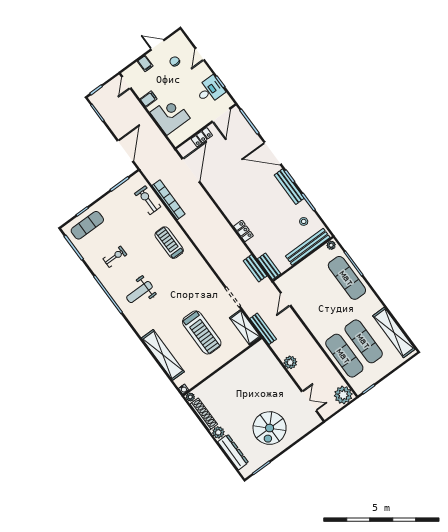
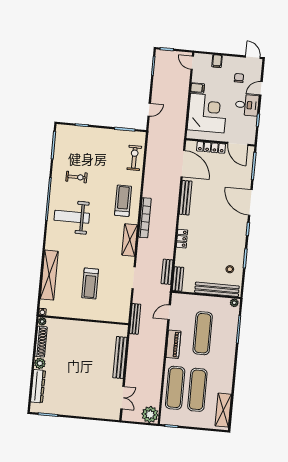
door: (157, 45) -> (253, 57), moved
door: (126, 83) -> (192, 63), hinge flipped
desk: (210, 90) -> (247, 105), moved
corner desk: (170, 115) -> (207, 113), width x1.36, depth x1.36
door: (221, 115) -> (238, 144), hinge flipped
locker: (202, 137) -> (211, 147), width x1.53
door: (125, 151) -> (149, 110), width x0.53
door: (191, 170) -> (183, 164), hinge flipped
bench: (289, 187) -> (186, 198), moved
bookcase: (169, 200) -> (145, 218), moved
exercise mat: (87, 225) -> (77, 138), removed
exercise mat: (347, 278) -> (203, 333), moved
weight bench: (139, 292) -> (72, 217), width x1.36, depth x1.33
piano: (312, 322) -> (173, 344), added
shelving: (245, 327) -> (130, 240), moved
treadmill: (202, 332) -> (90, 283), width x0.73, depth x0.73
shelving: (394, 332) -> (223, 410), width x0.68
plant: (290, 362) -> (133, 359), removed
bench: (278, 371) -> (120, 358), added
spiral stairs: (270, 428) -> (78, 392), removed

